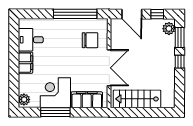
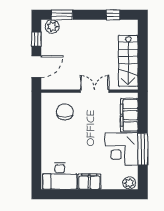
window: (75, 14) -> (36, 128), removed
desk: (31, 40) -> (60, 176), width x1.37
window: (180, 62) -> (113, 15), moved
double door: (109, 68) -> (95, 91), width x0.73

